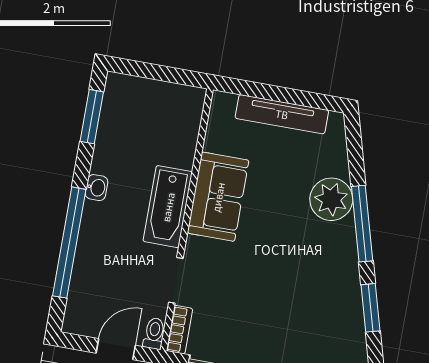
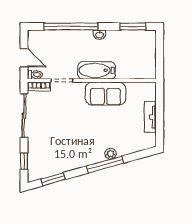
tv unit: (282, 114) -> (150, 117), width x0.71
plant: (331, 199) -> (111, 154), width x0.53, depth x0.53
window: (370, 308) -> (53, 179), moved

